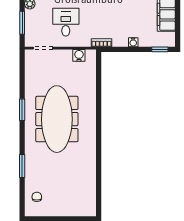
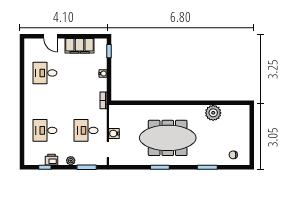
water cooler: (79, 55) -> (114, 134), moved
plant: (87, 173) -> (213, 113), added

